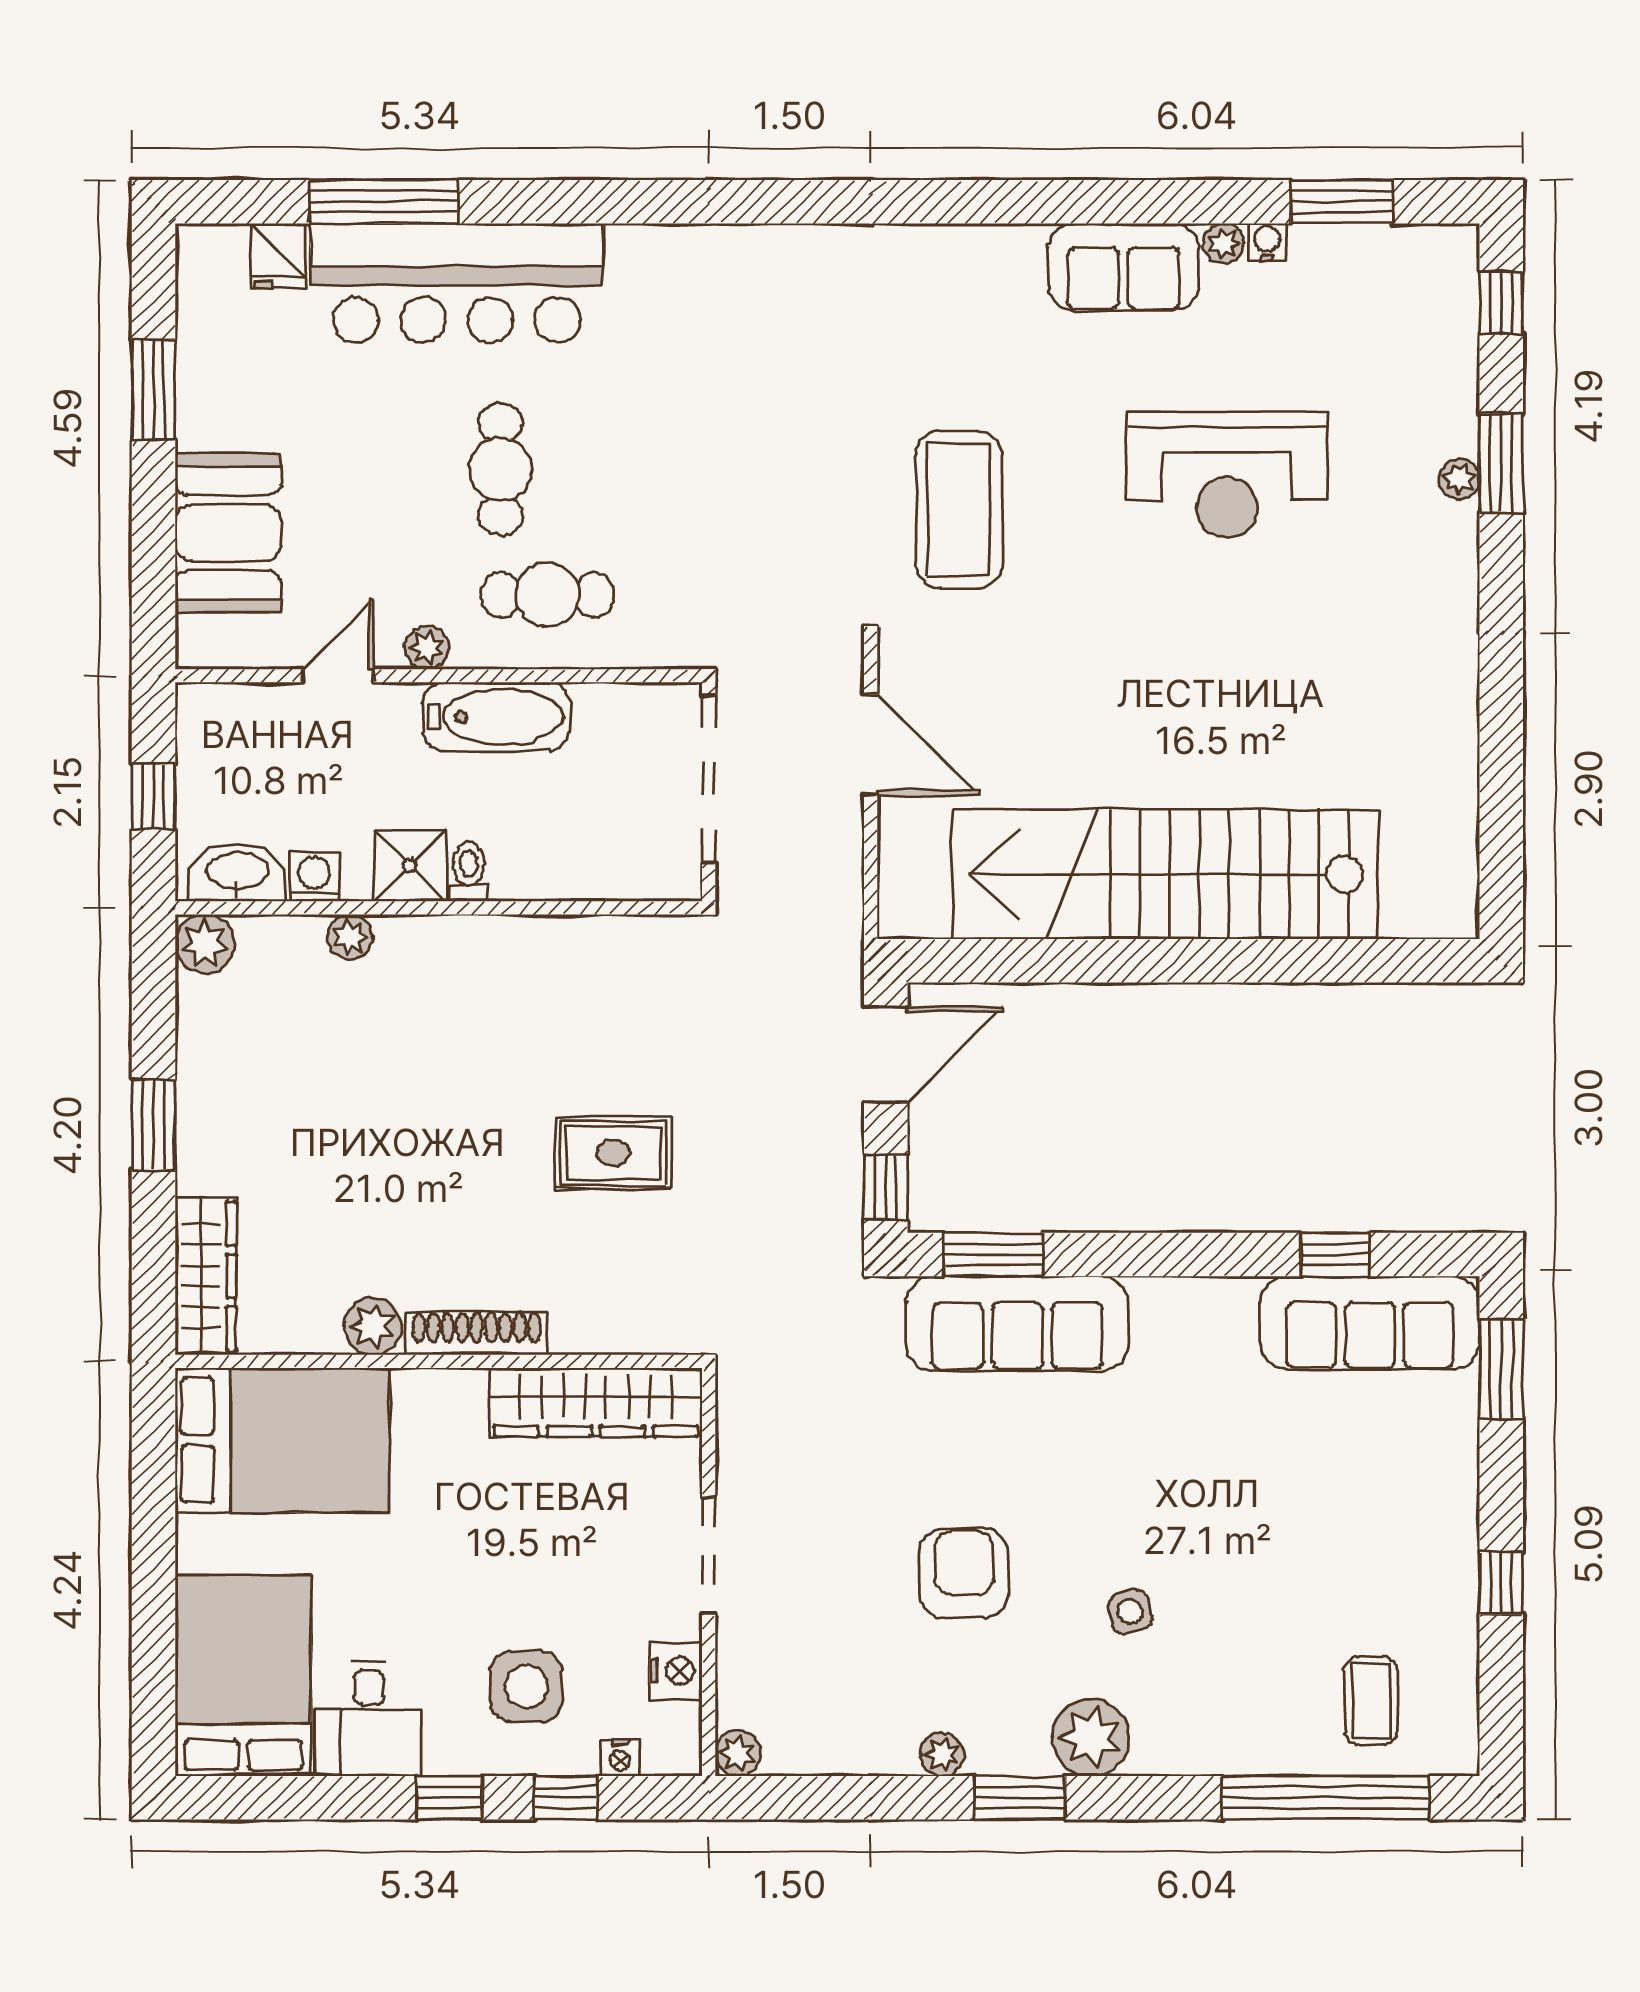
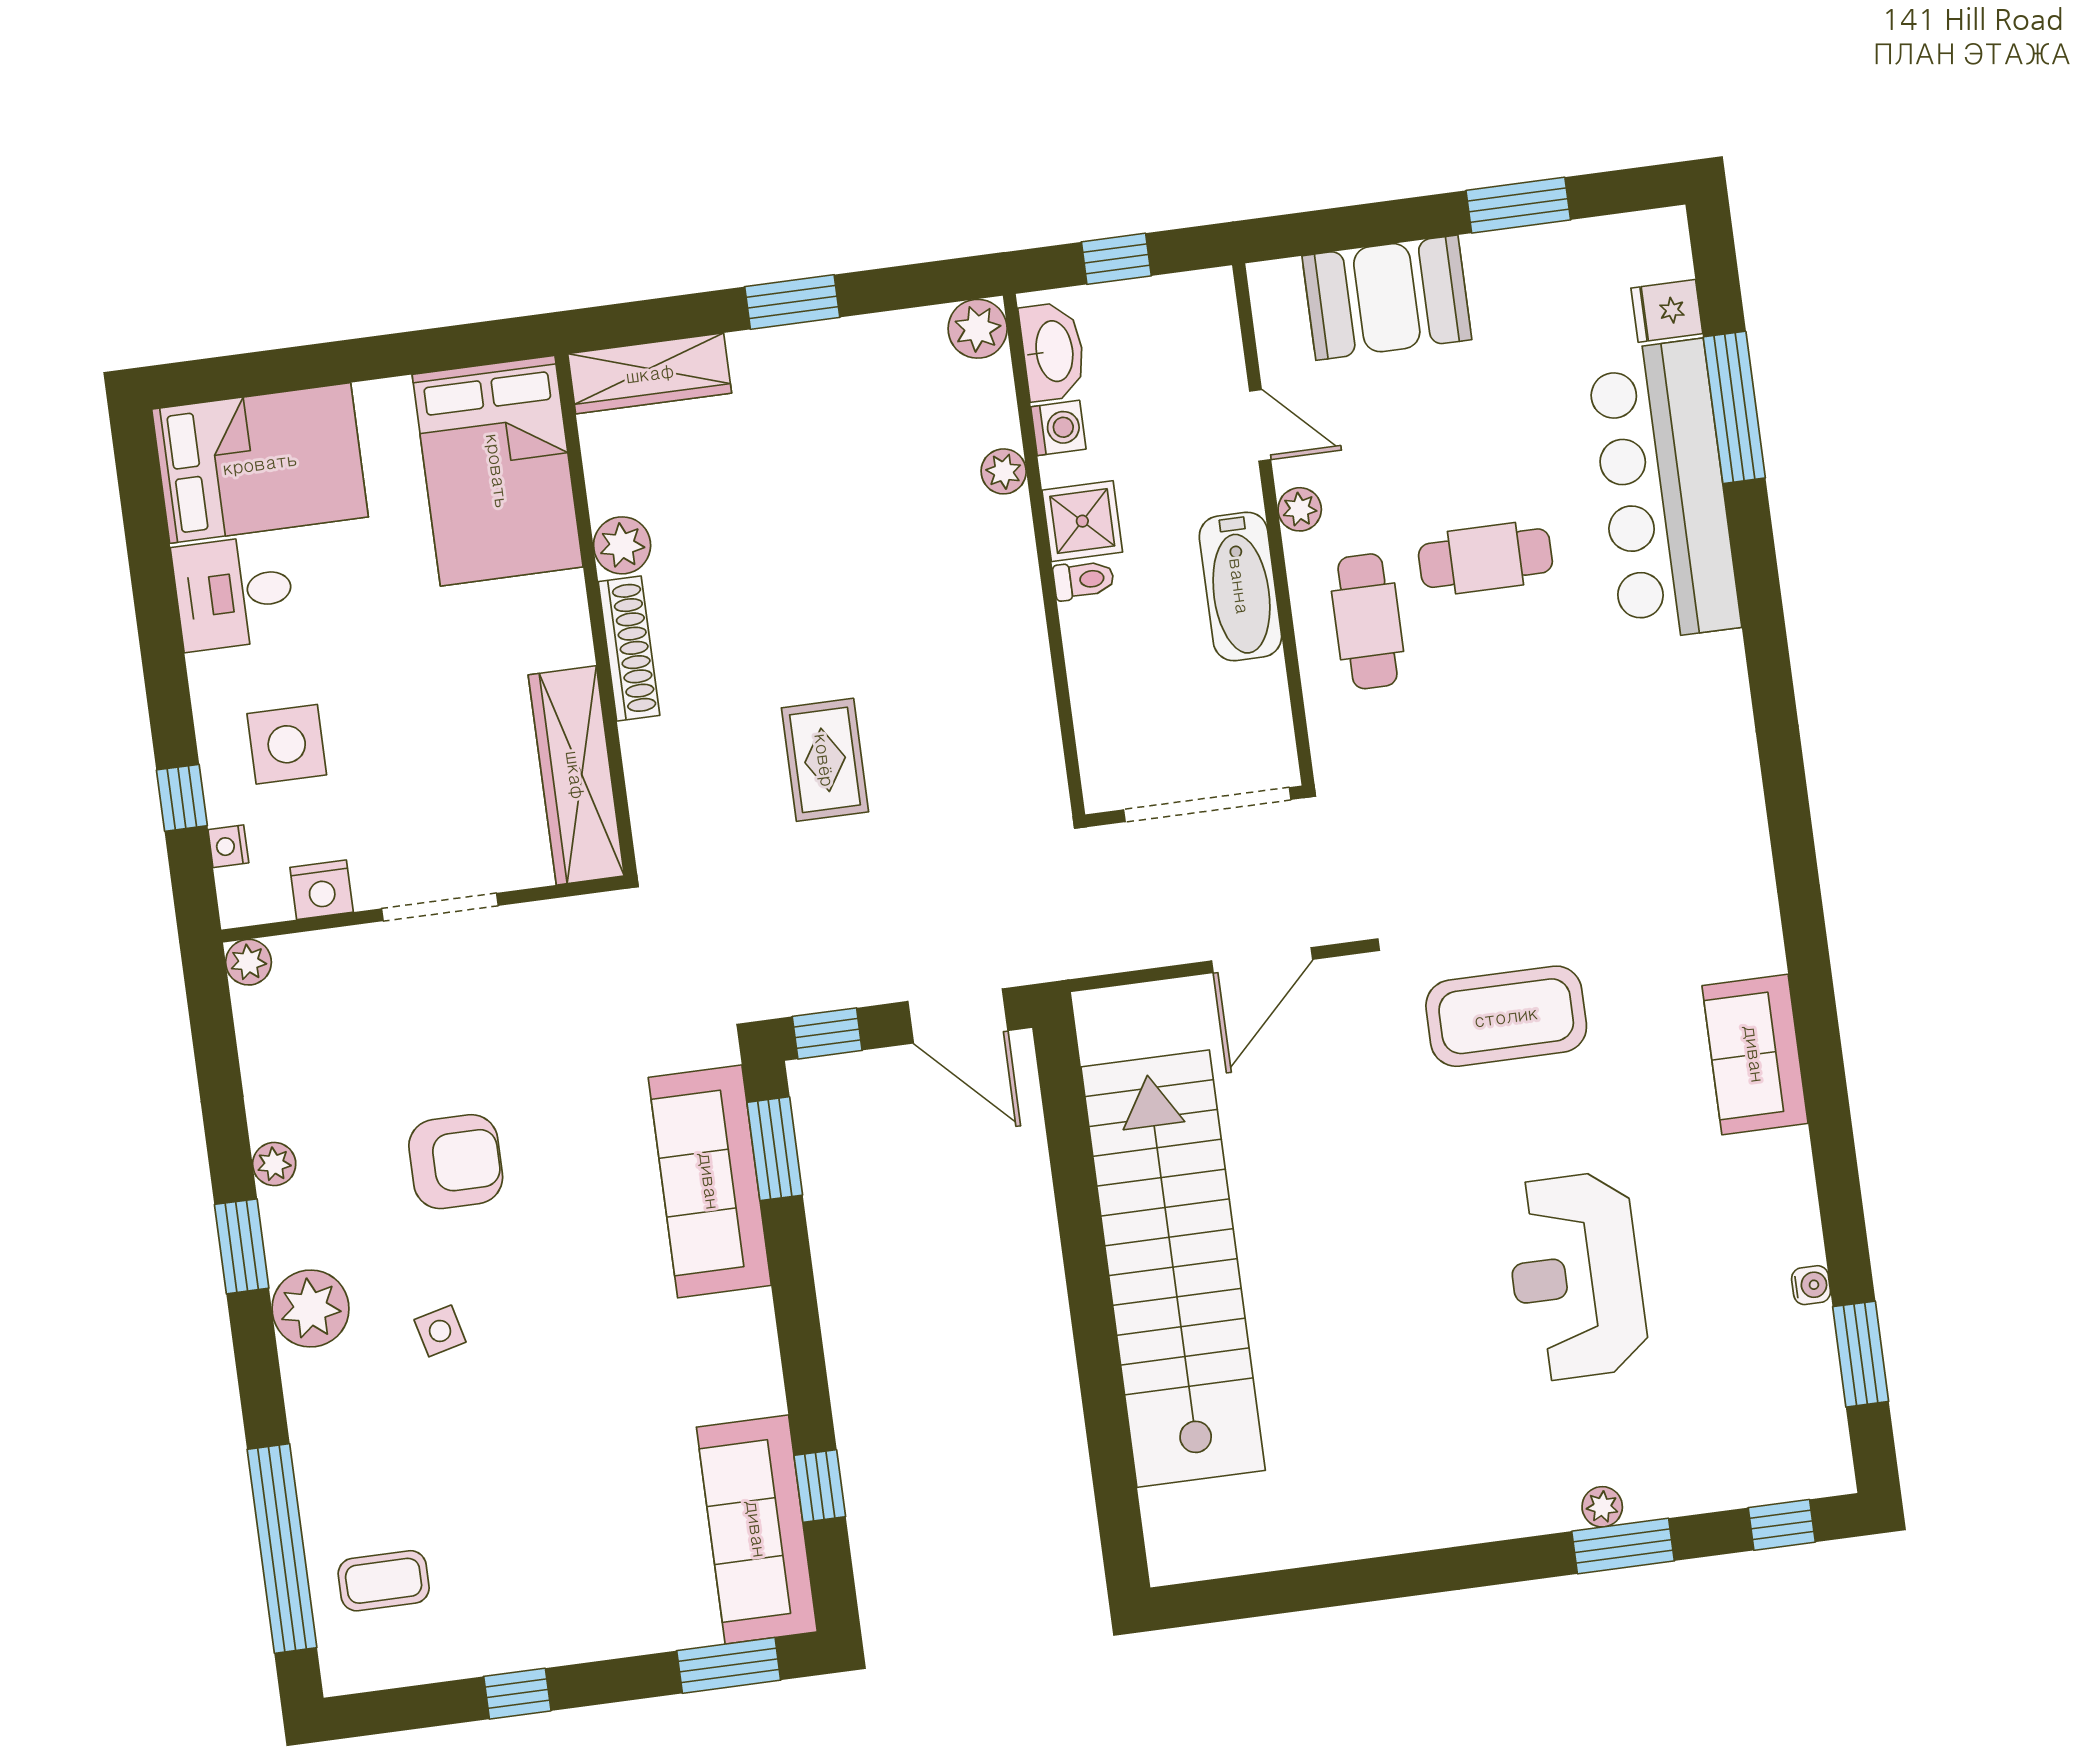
plant: (1224, 244) -> (1804, 1243), removed
sofa: (1123, 267) -> (1755, 1054), moved
window: (449, 1798) -> (166, 683), removed

